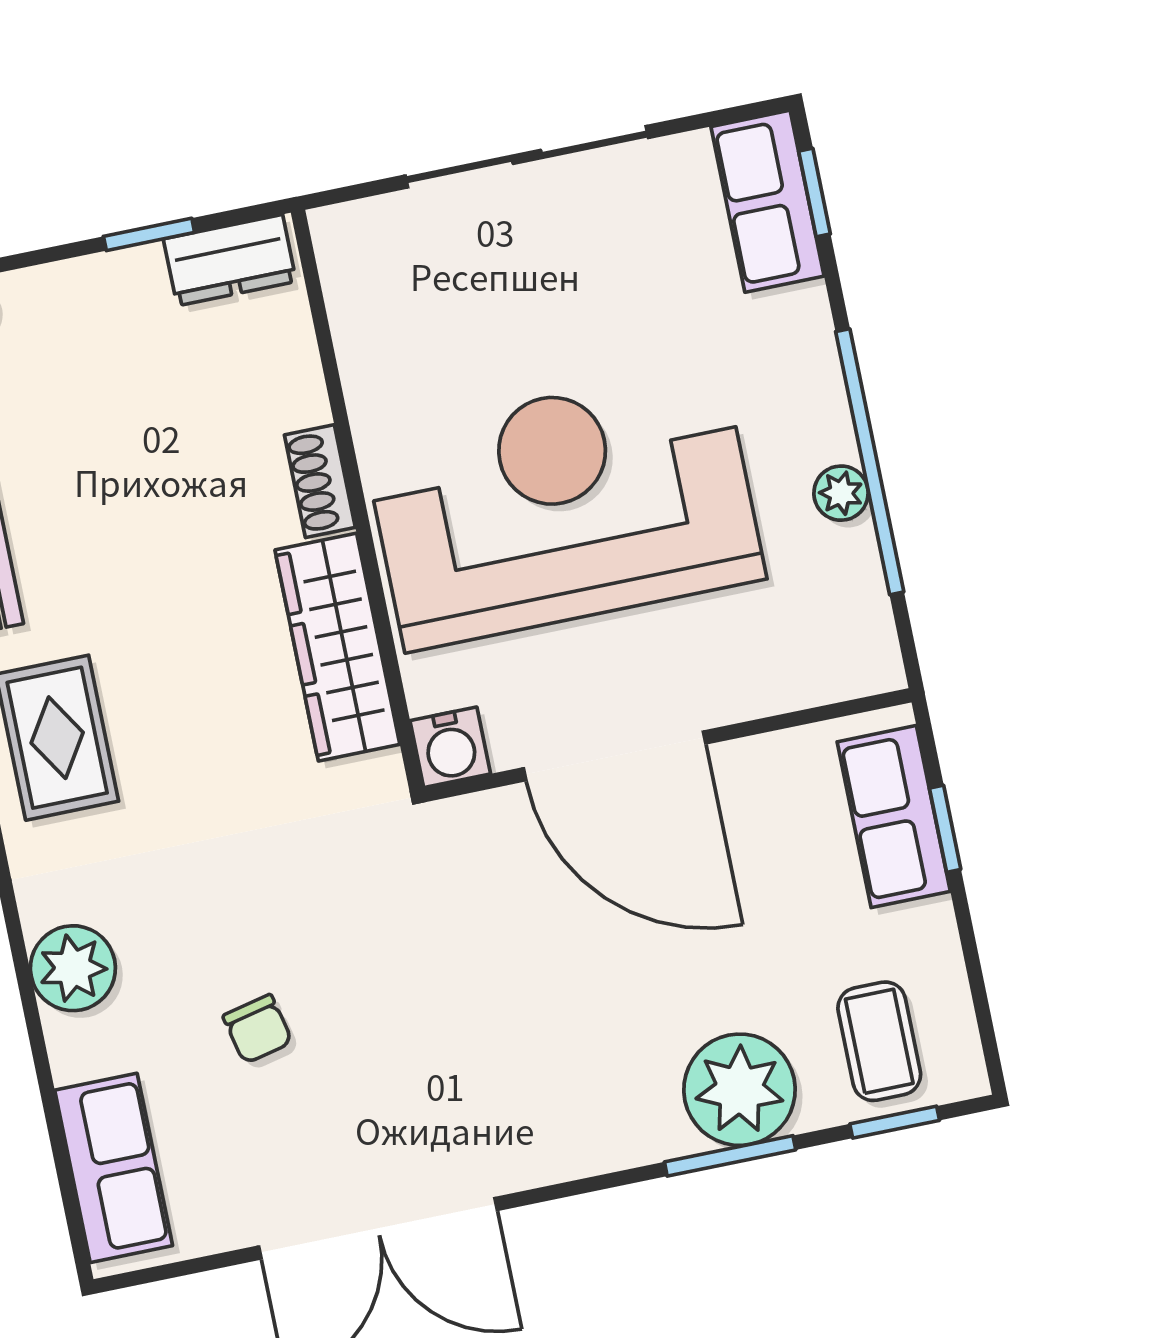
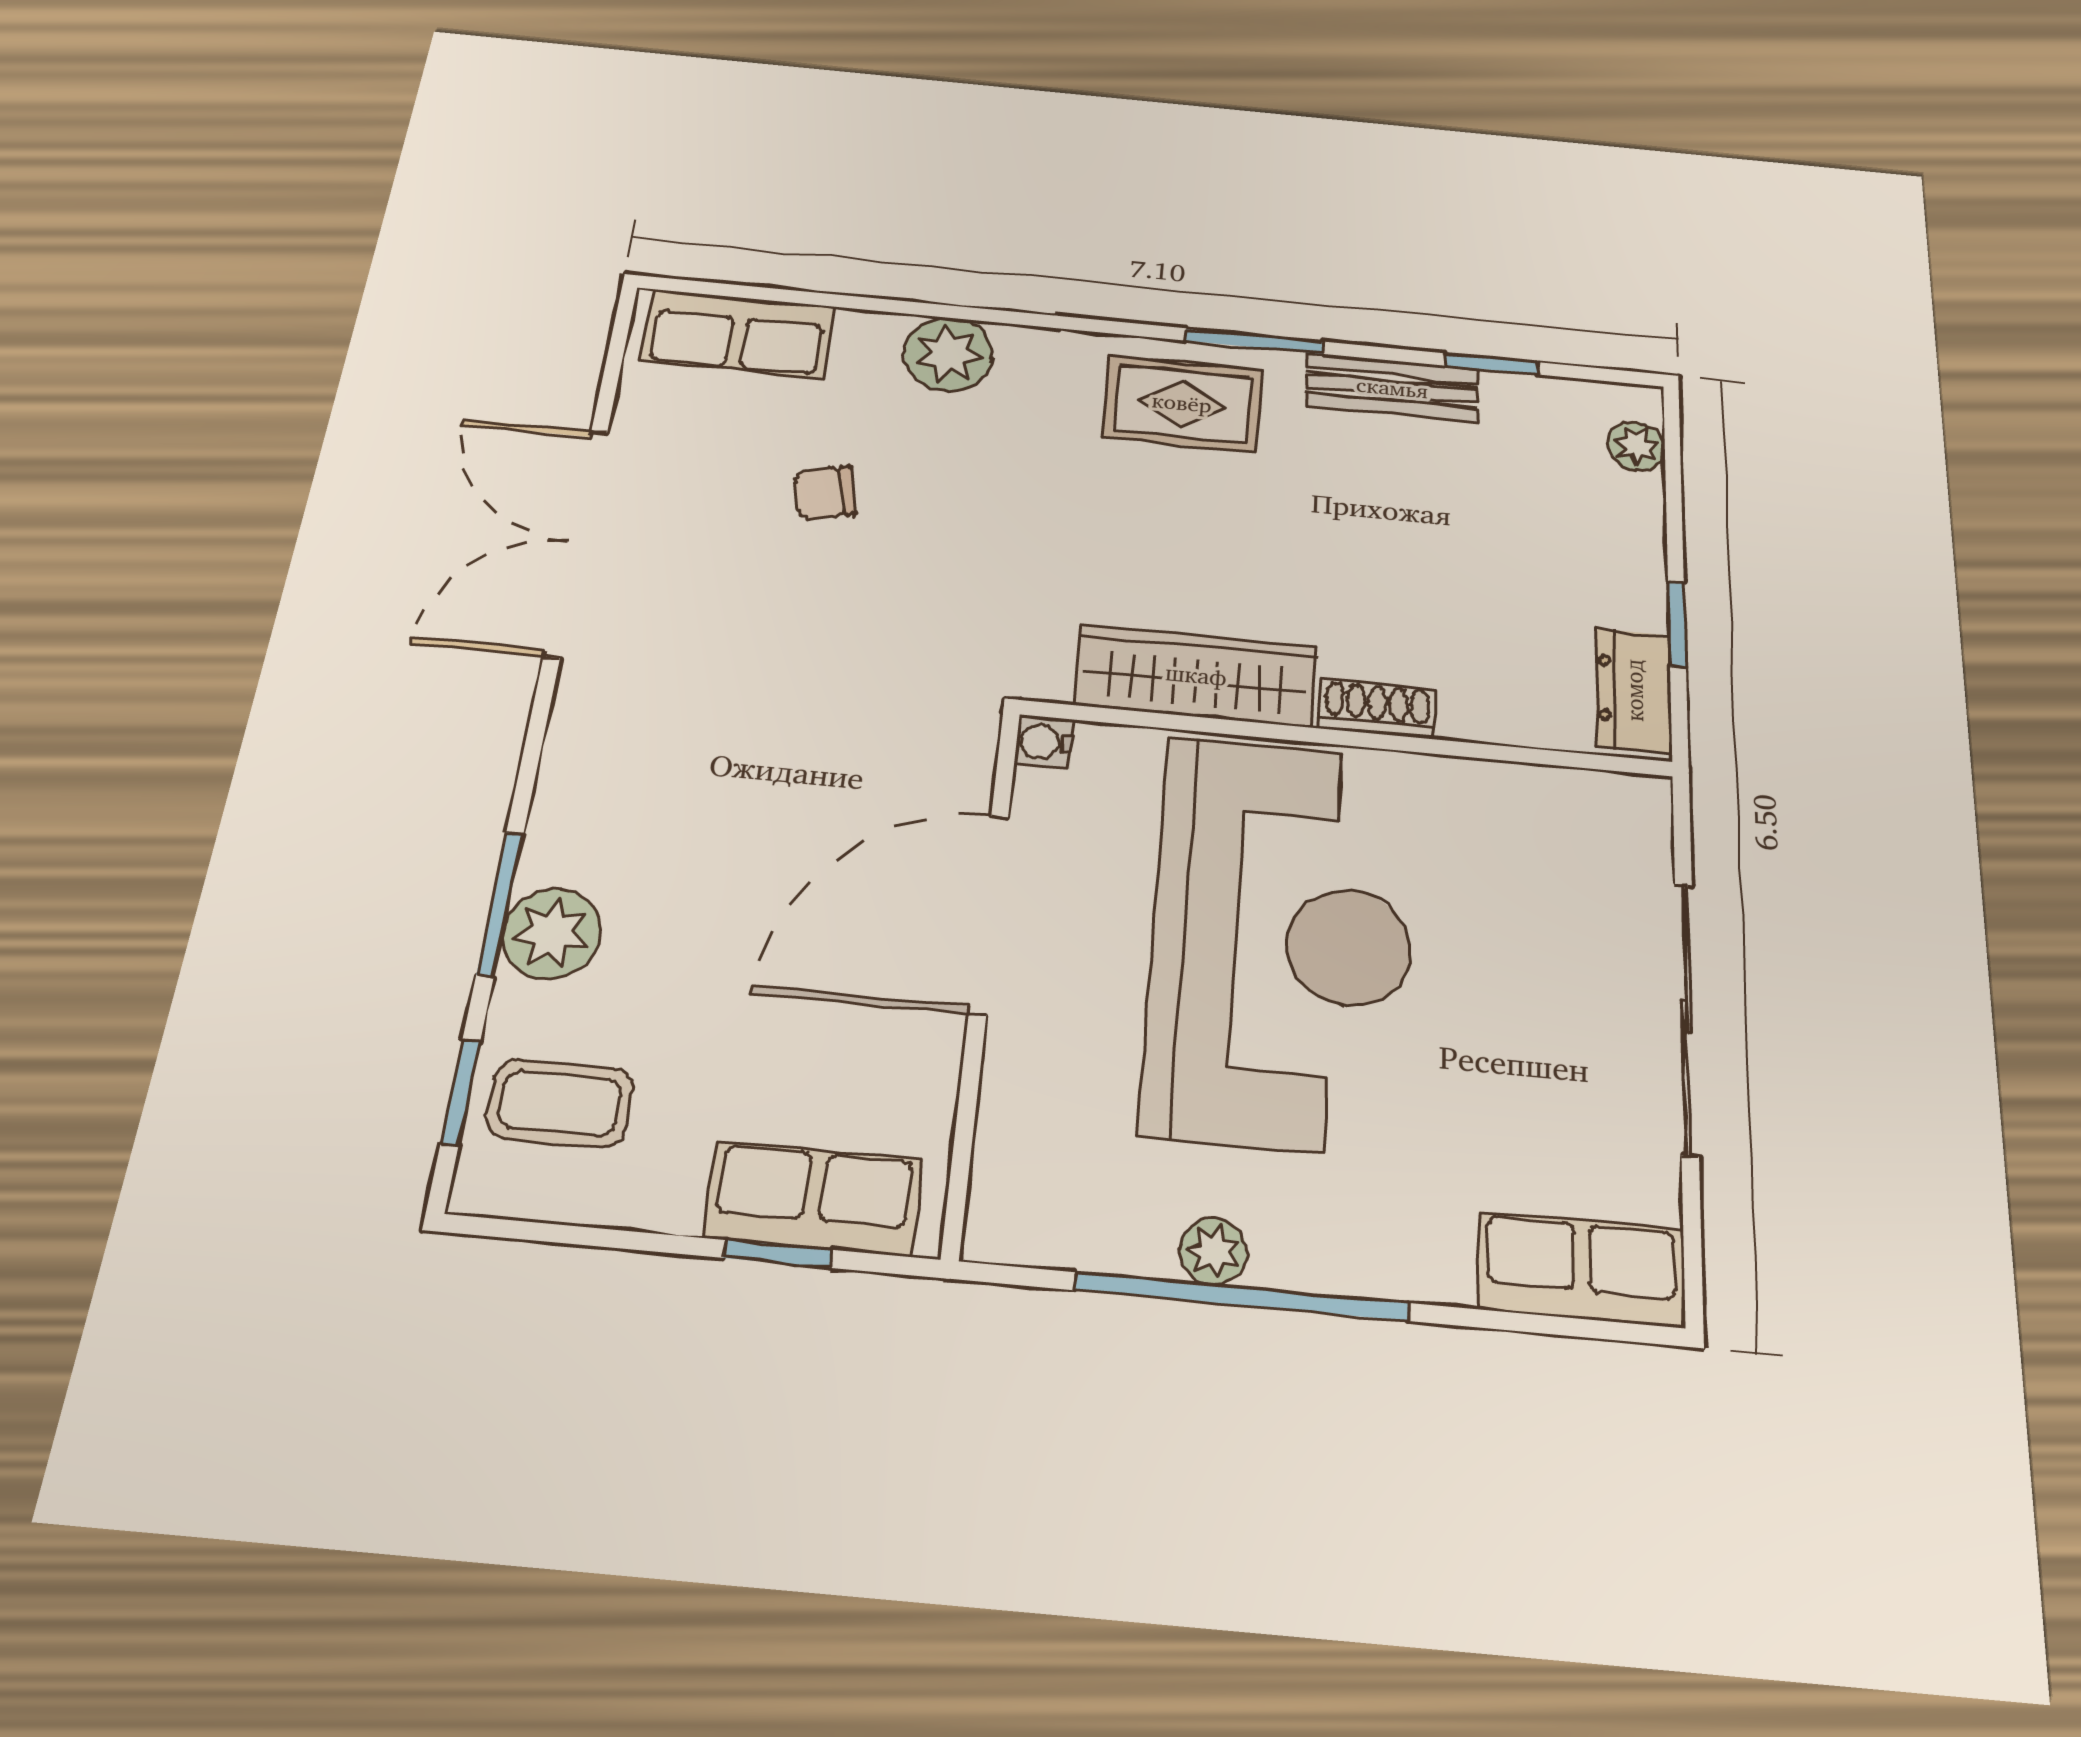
window: (814, 193) -> (1580, 1328), removed
water cooler: (450, 747) -> (1044, 742), width x0.72, depth x0.72
plant: (740, 1090) -> (552, 934), width x0.73, depth x0.73

